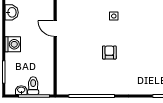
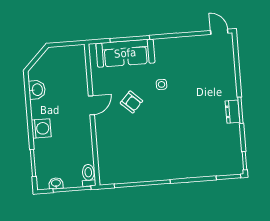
door: (55, 28) -> (91, 105), swing flipped
armchair: (109, 52) -> (131, 102), moved, turned 133
toilet: (33, 86) -> (89, 175), moved

